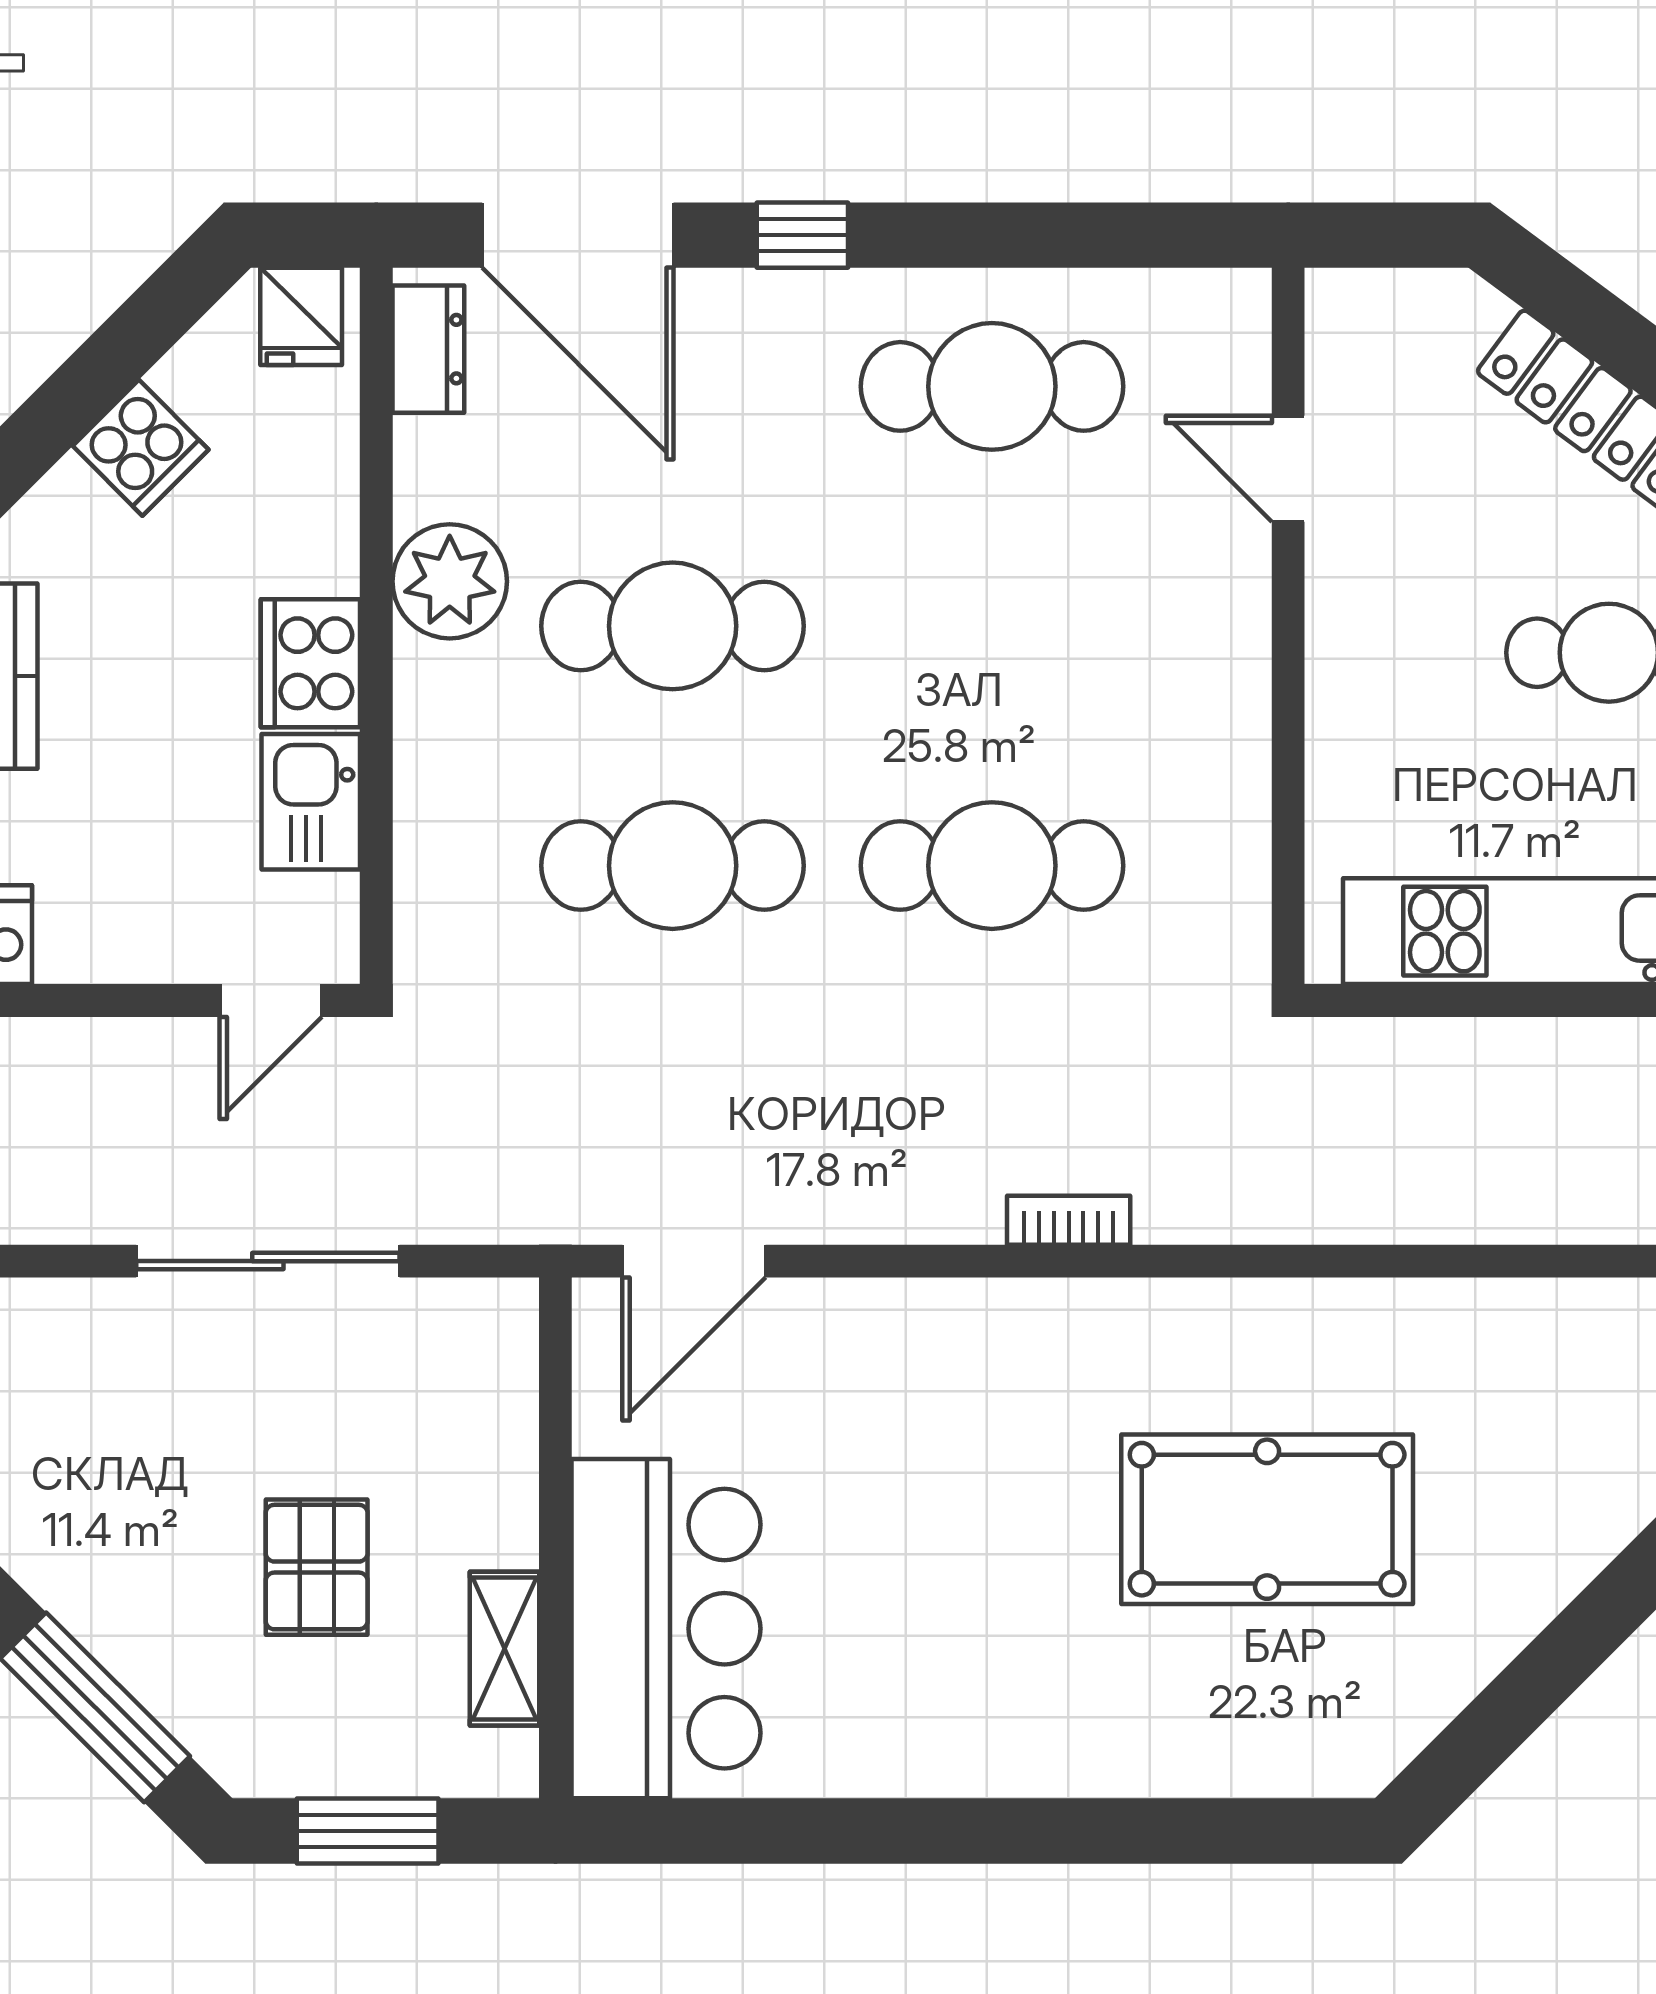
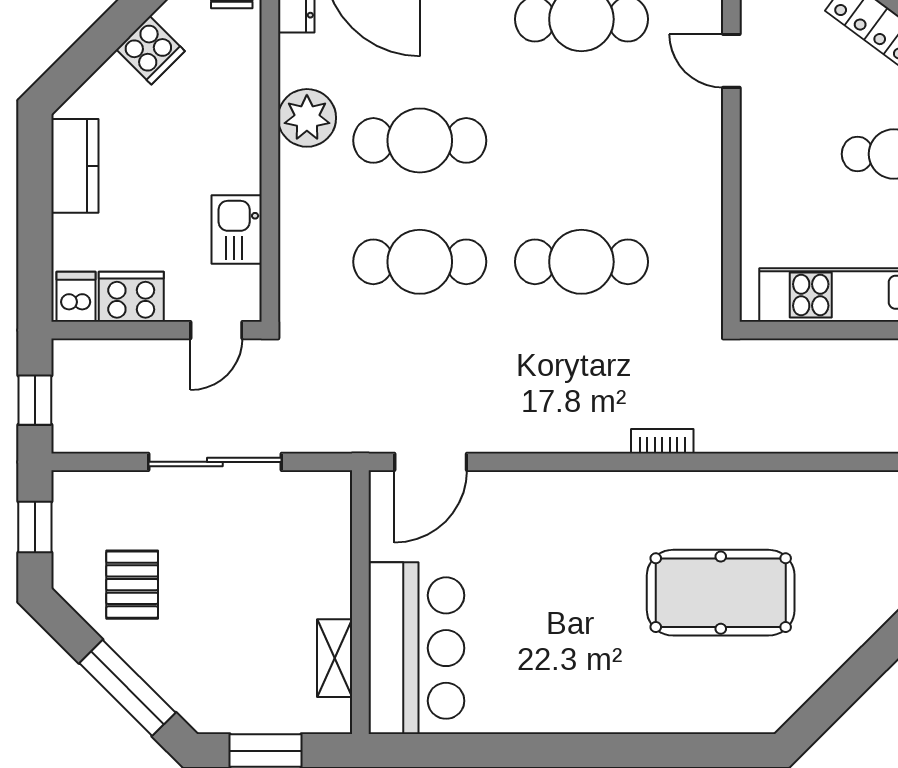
cooker: (310, 663) -> (131, 297), moved, turned 90
bookcase: (1069, 1220) -> (662, 441), moved
pallet: (317, 1567) -> (132, 585), moved

